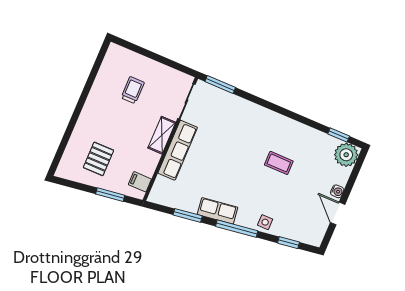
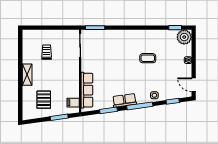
shelving: (162, 135) -> (27, 75), moved
row of seats: (178, 150) -> (87, 90), moved
door: (338, 213) -> (194, 85), moved

